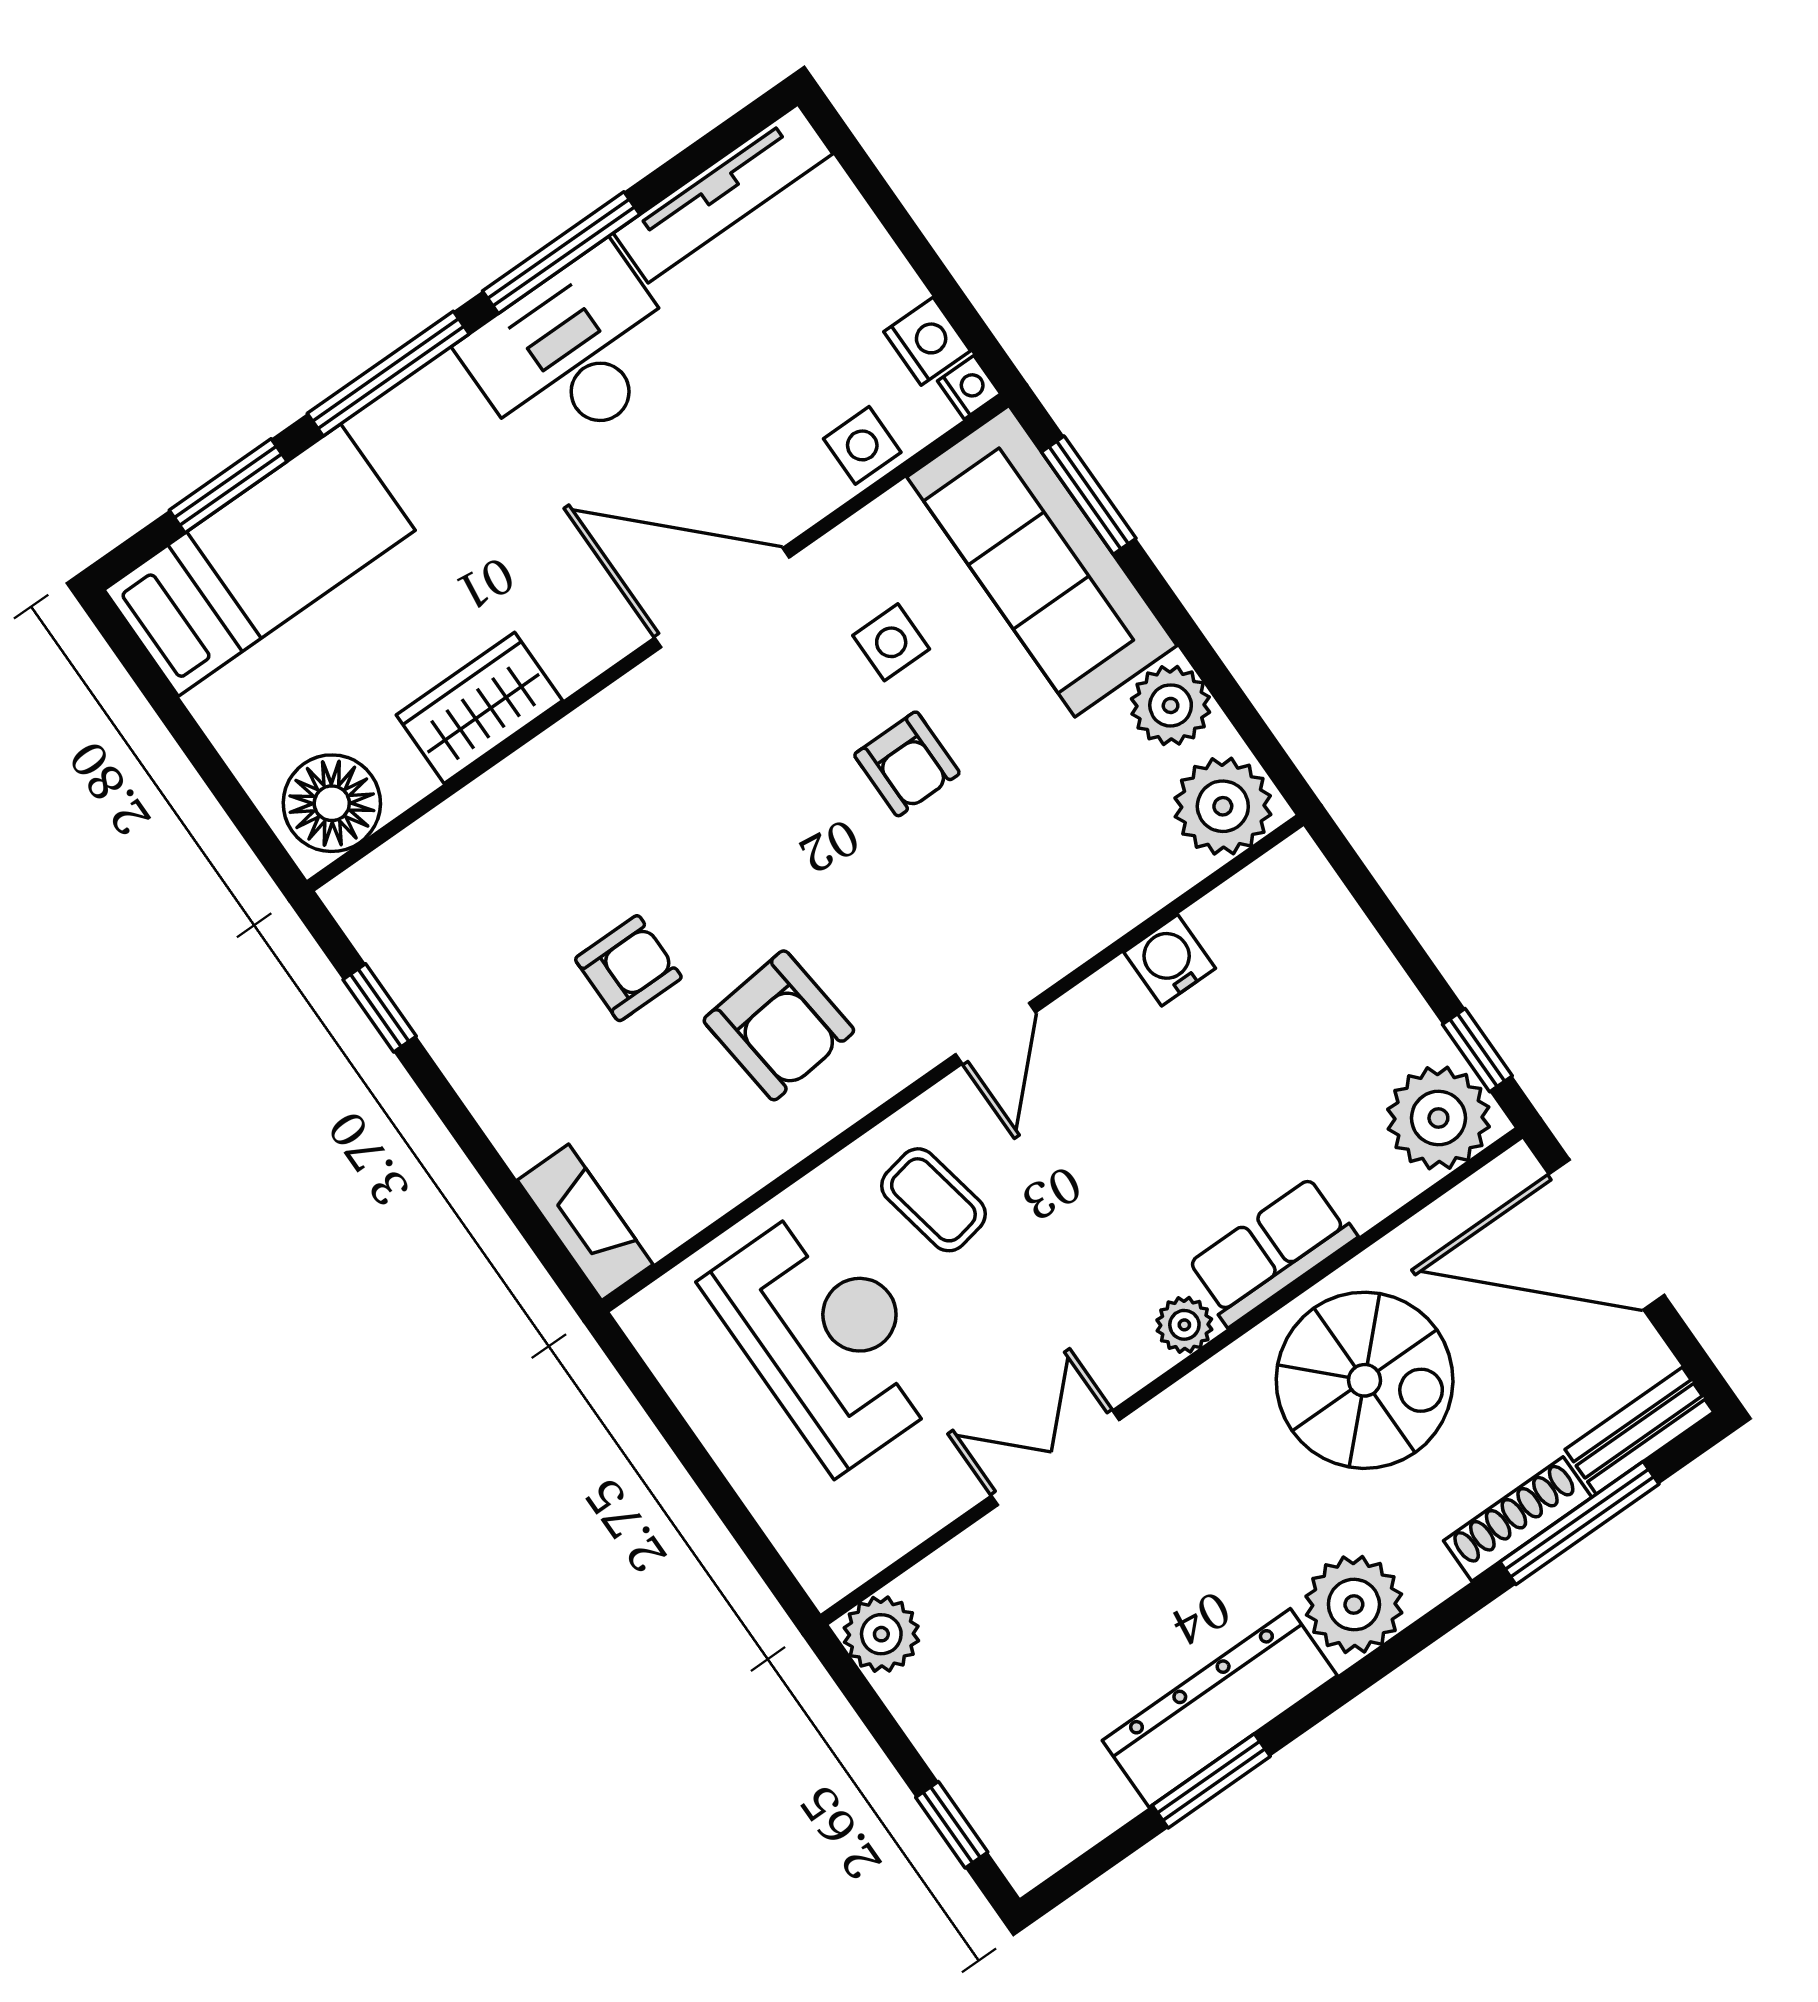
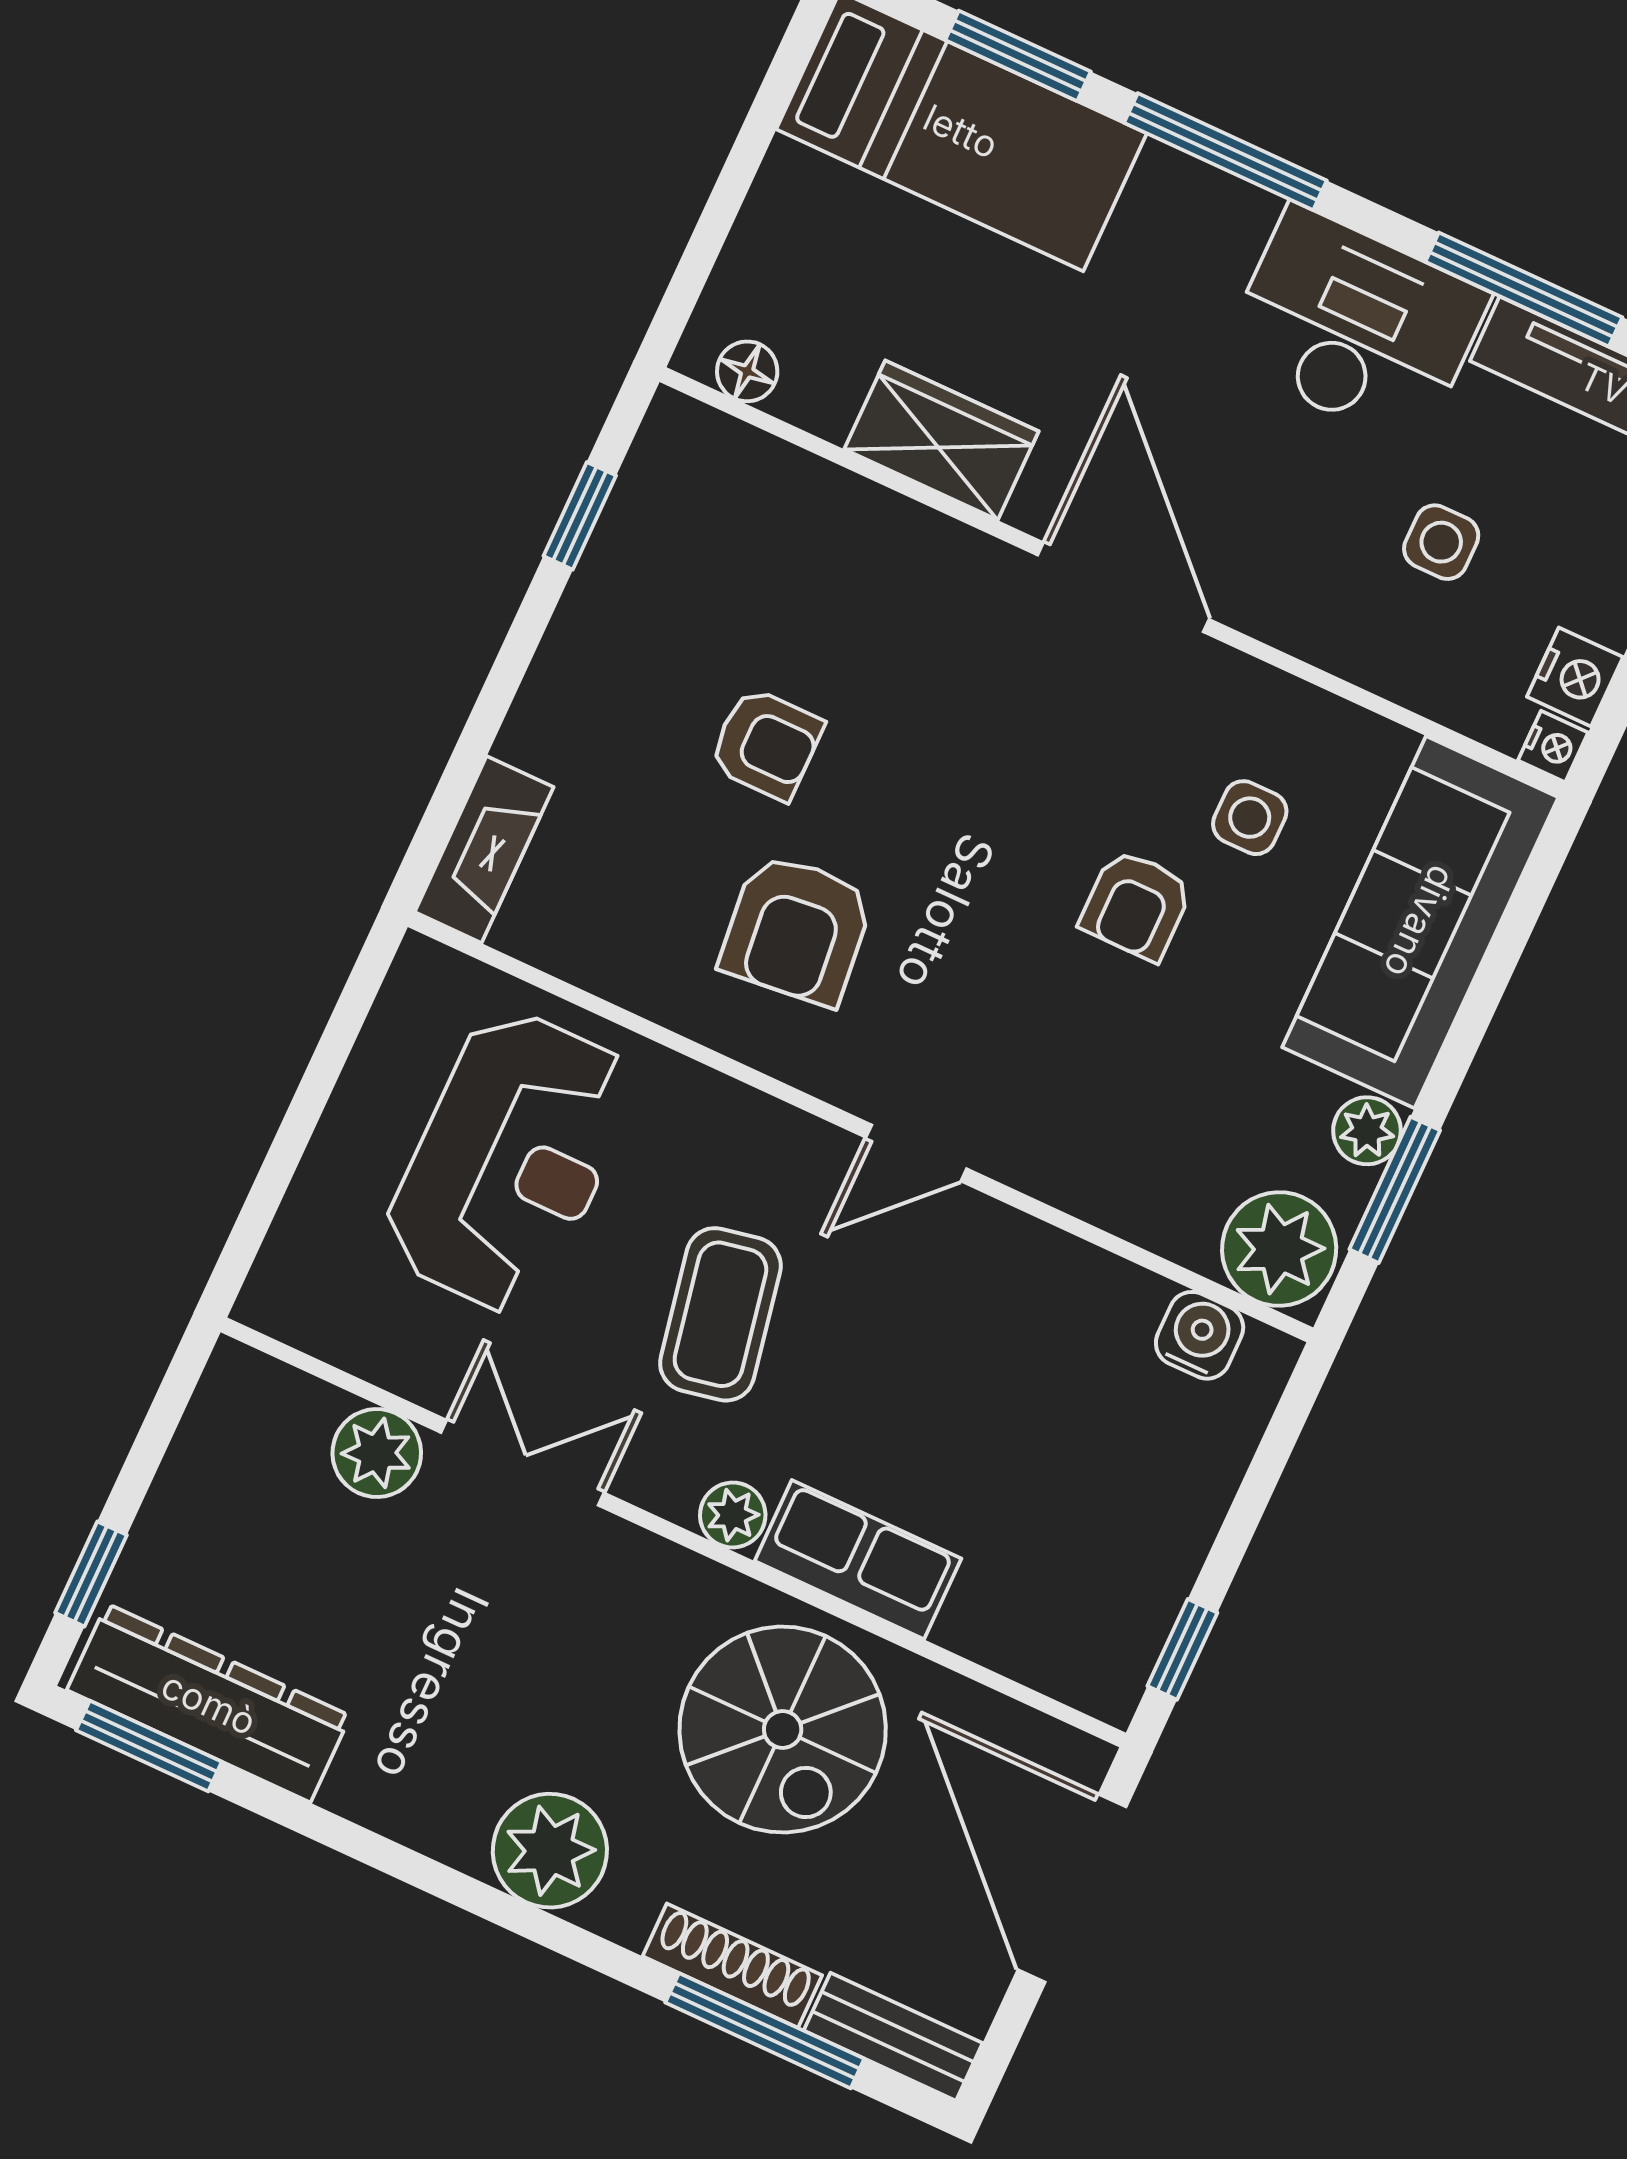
window: (561, 253) -> (1524, 290), moved
side table: (862, 445) -> (1441, 542), moved
window: (1089, 495) -> (1395, 1190), moved
door: (722, 598) -> (1123, 587), moved
plant: (1171, 705) -> (1367, 1131), width x0.73, depth x0.73
floor lamp: (332, 803) -> (747, 371), width x0.53, depth x0.53
water cooler: (1170, 960) -> (1200, 1335), moved
plant: (1438, 1118) -> (1091, 1650), removed
coffee table: (933, 1200) -> (720, 1314), moved, width x1.36, depth x1.30
plant: (881, 1634) -> (377, 1453), moved
dresser: (1220, 1708) -> (209, 1703), moved
window: (1211, 1781) -> (149, 1746), moved

